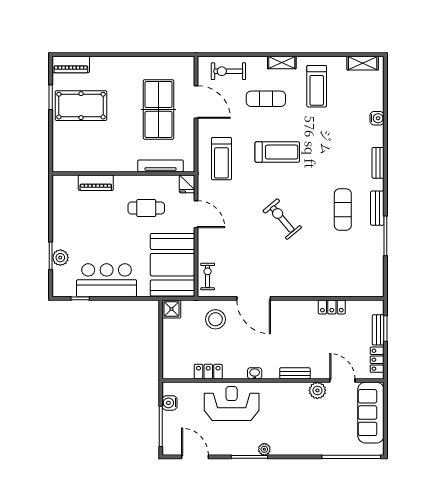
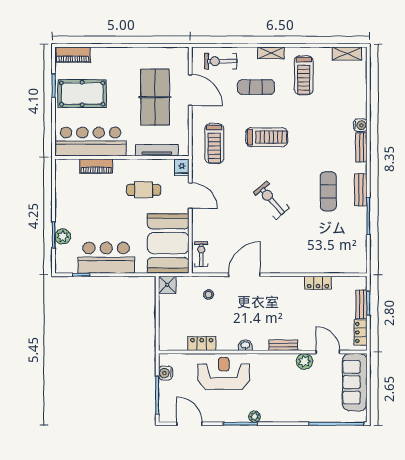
water cooler: (377, 118) -> (360, 125), moved
bar counter: (90, 157) -> (91, 142), added
door: (254, 298) -> (244, 275), swing flipped
stool: (215, 319) -> (209, 294), width x0.53, depth x0.53

